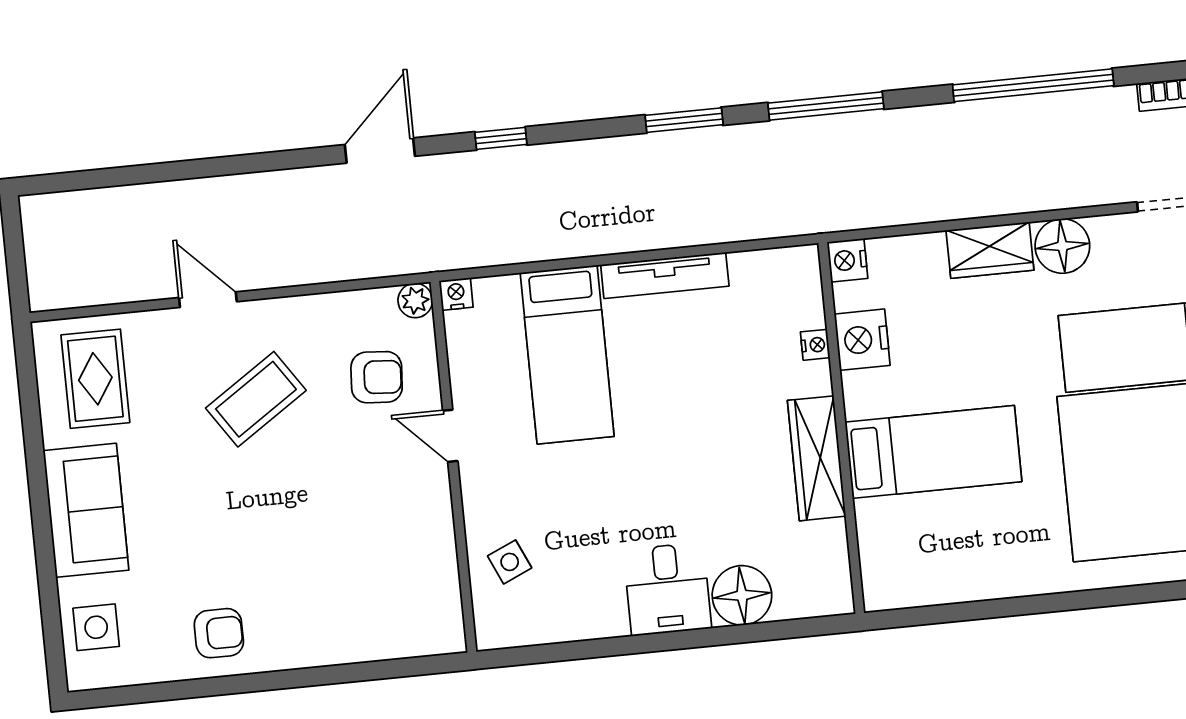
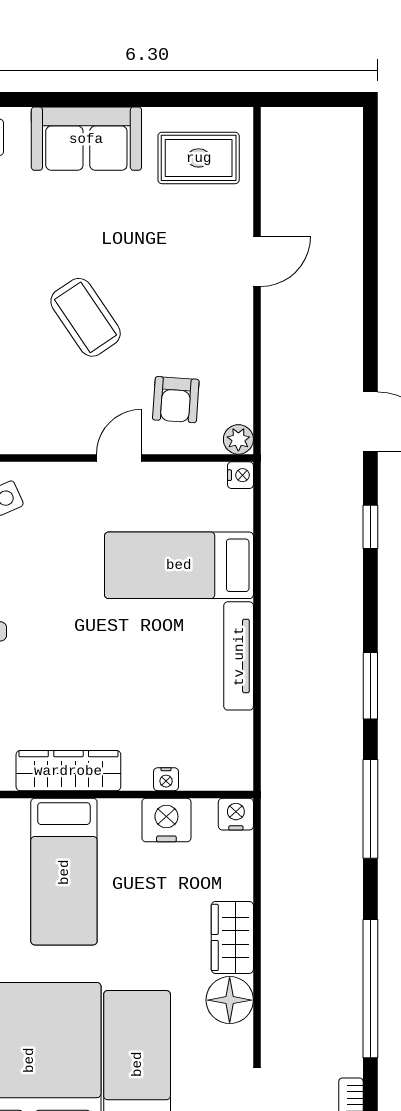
coffee table: (256, 399) -> (86, 317), moved

